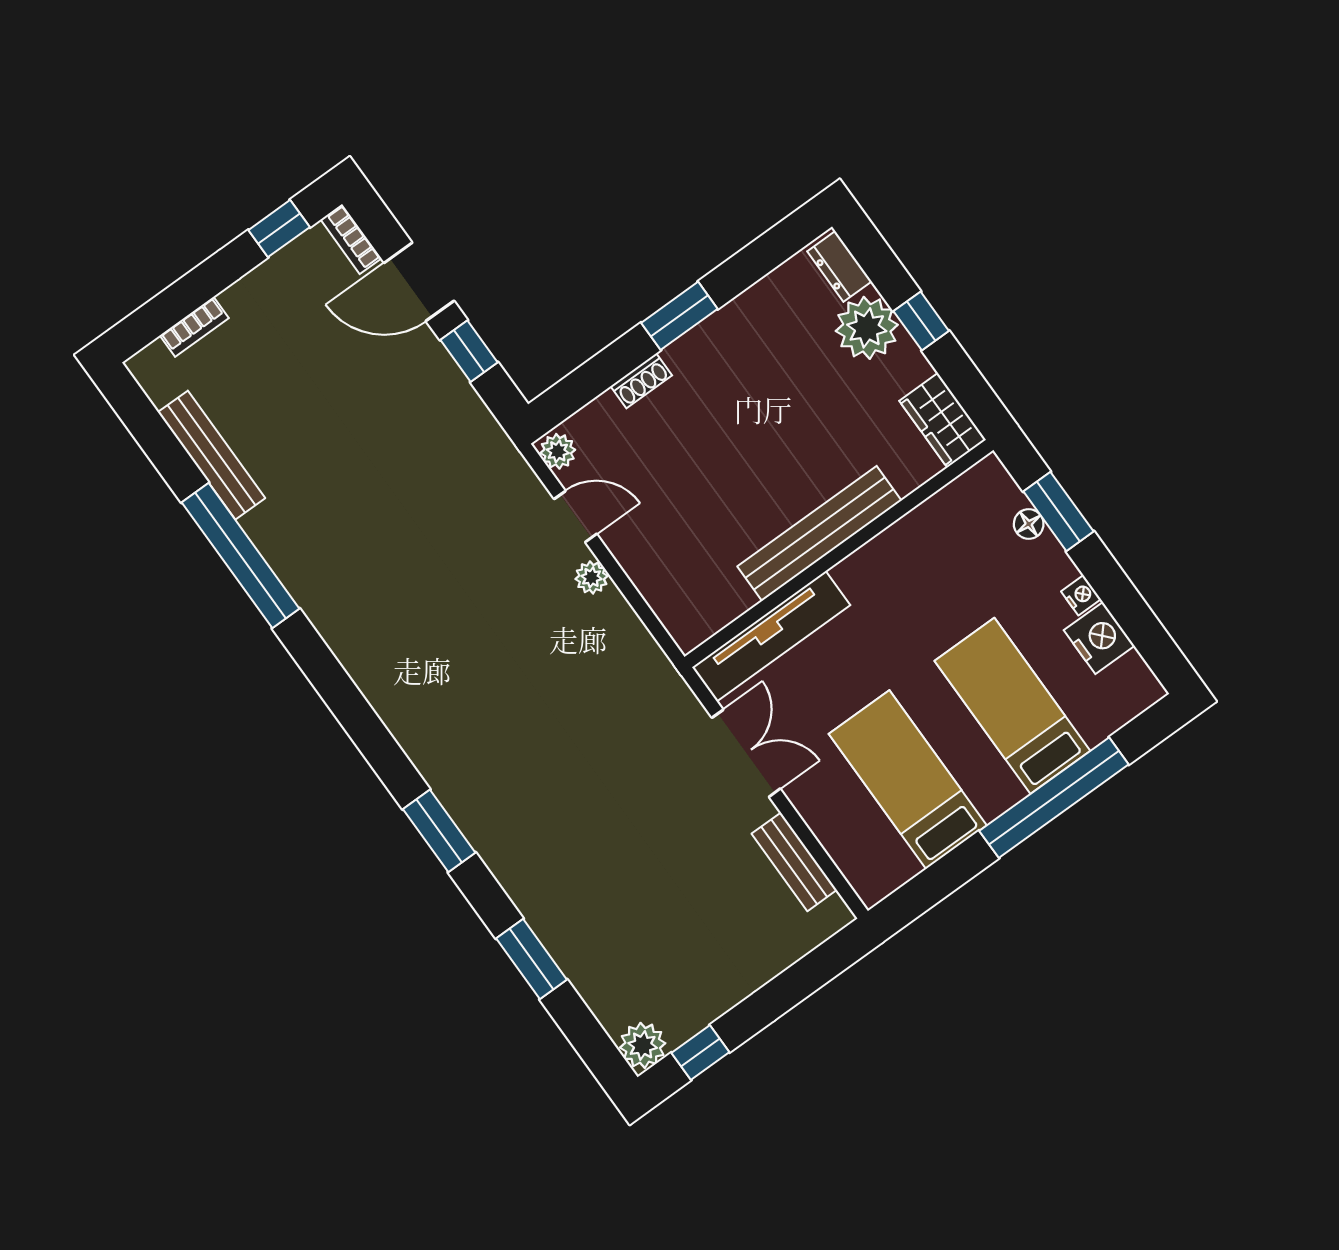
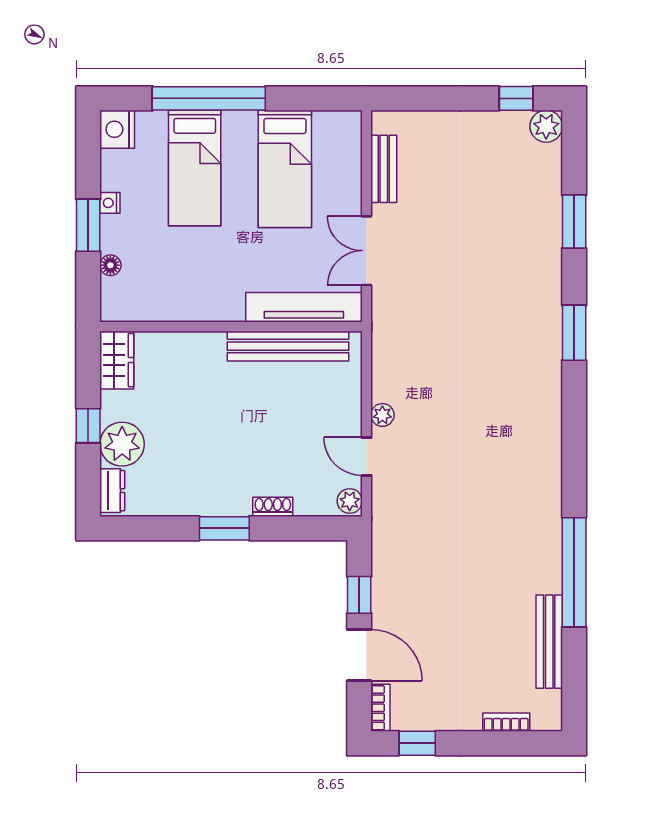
window: (1058, 511) -> (88, 225), moved
bench: (819, 534) -> (288, 346), moved
nightstand: (1099, 638) -> (117, 129), moved

